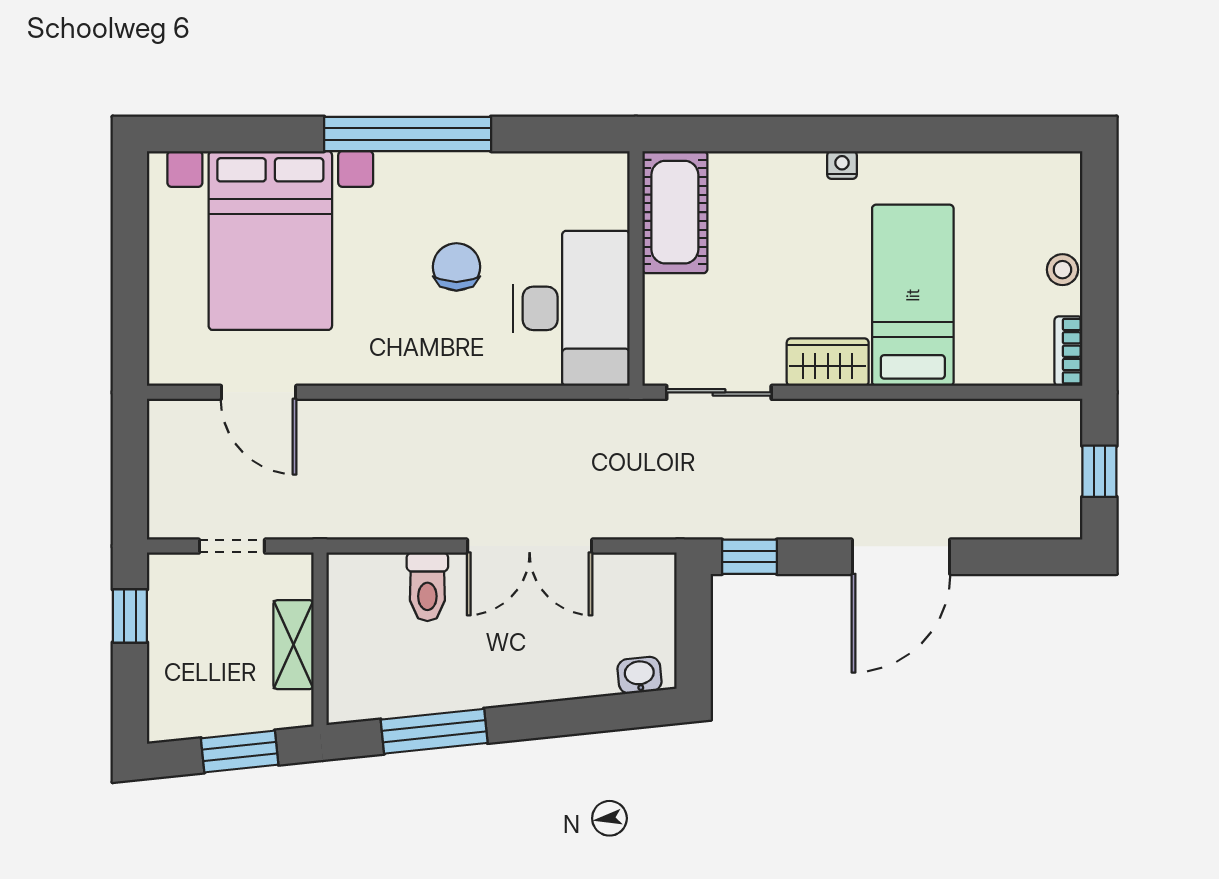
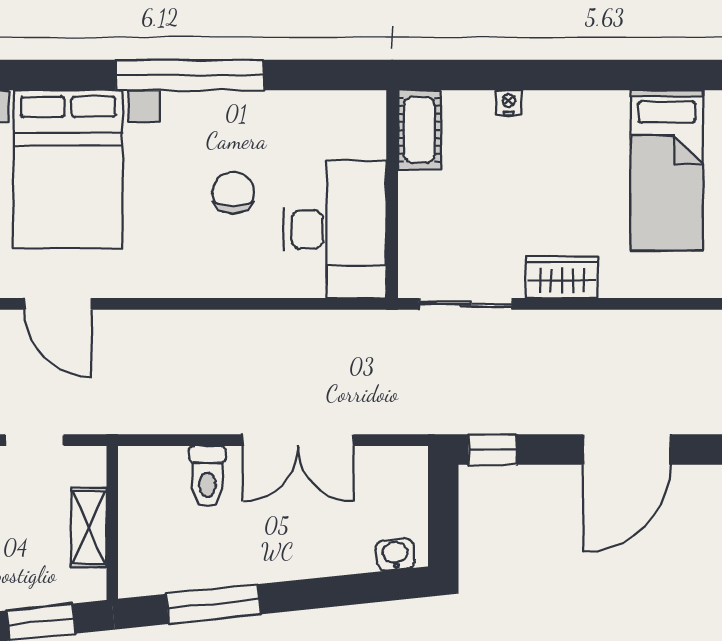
nightstand: (842, 165) -> (509, 103), moved
cot: (675, 212) -> (419, 130), width x0.73, depth x0.75
bed: (913, 295) -> (667, 170), moved, turned 180

